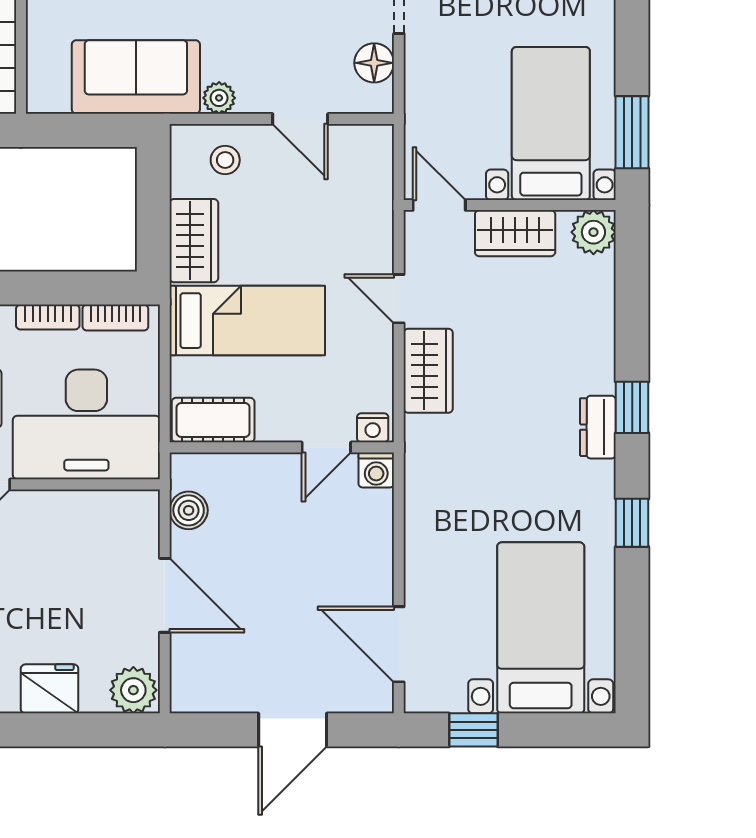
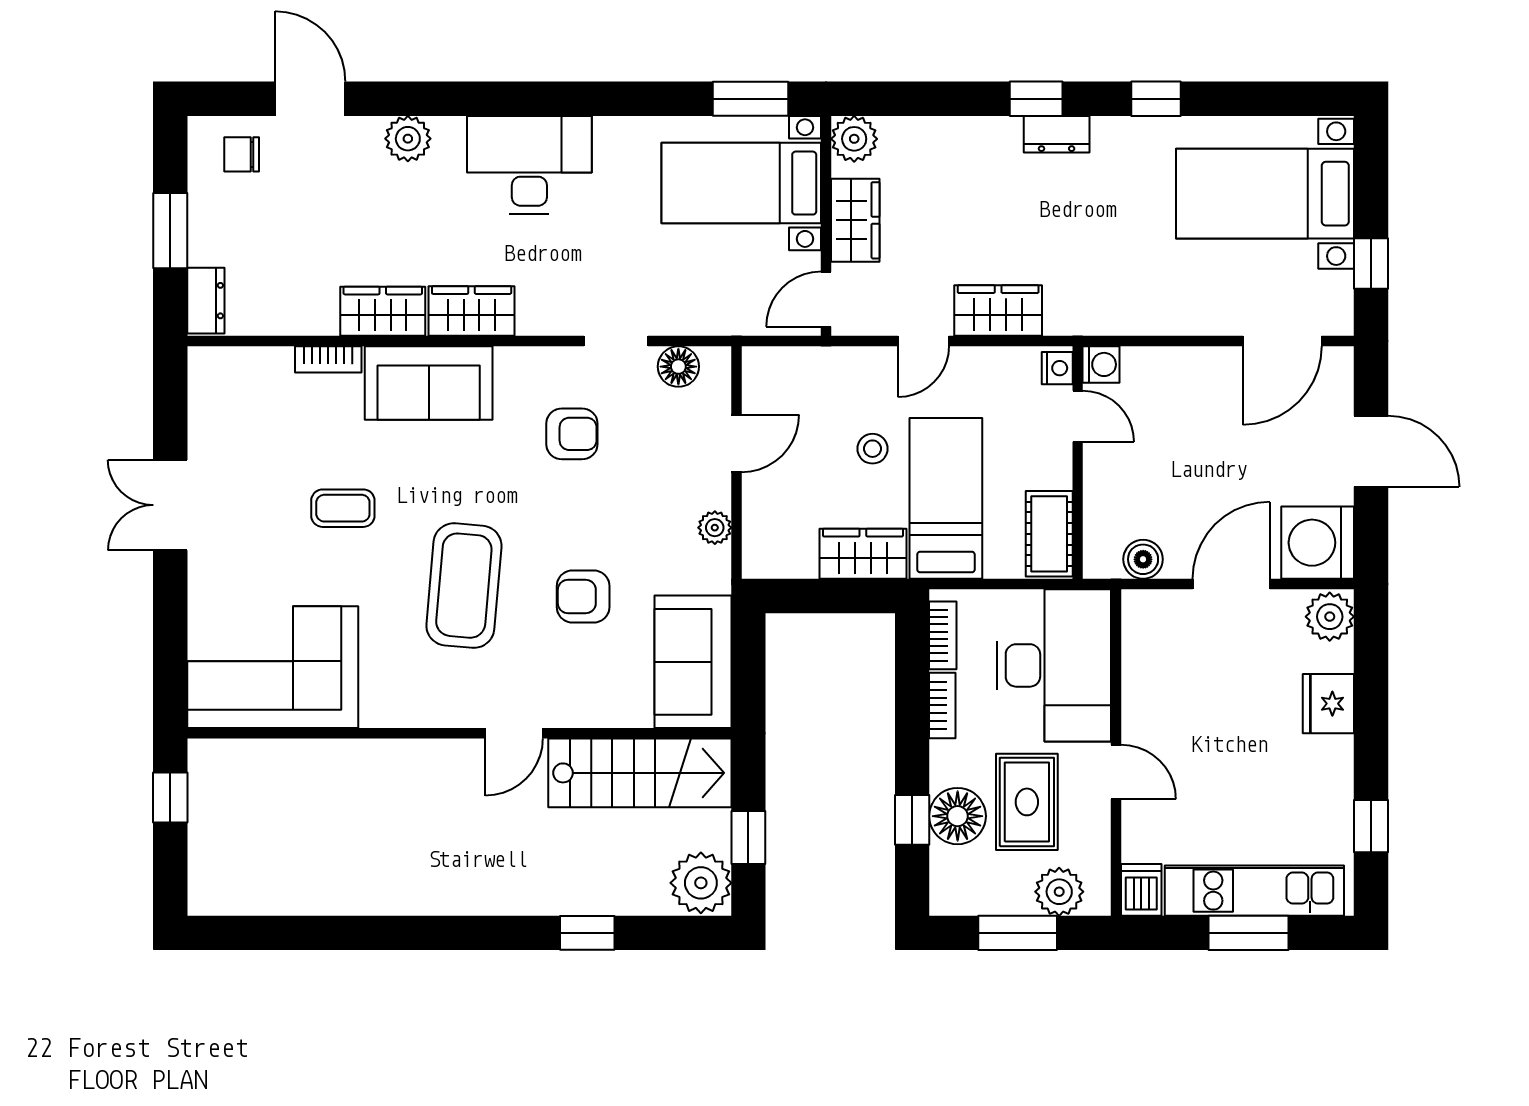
sofa: (136, 77) -> (693, 662), moved
stool: (225, 160) -> (872, 449), moved
washing machine: (205, 679) -> (1318, 543), added

